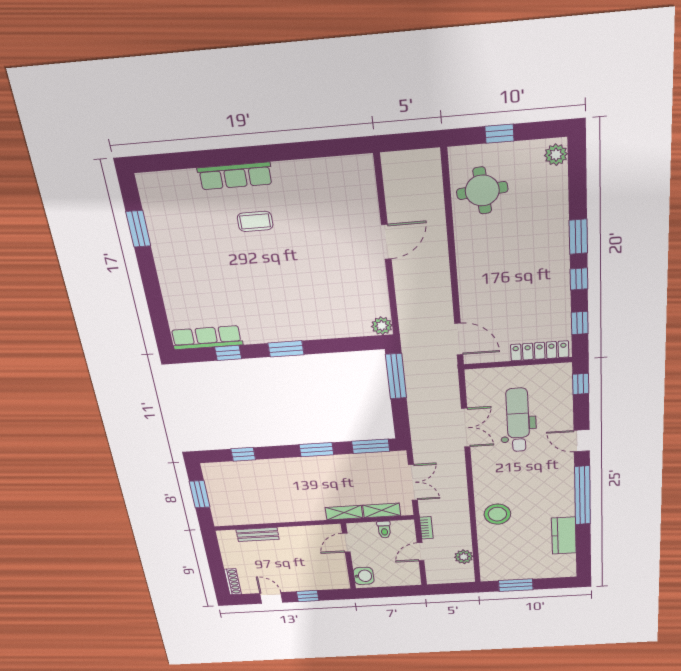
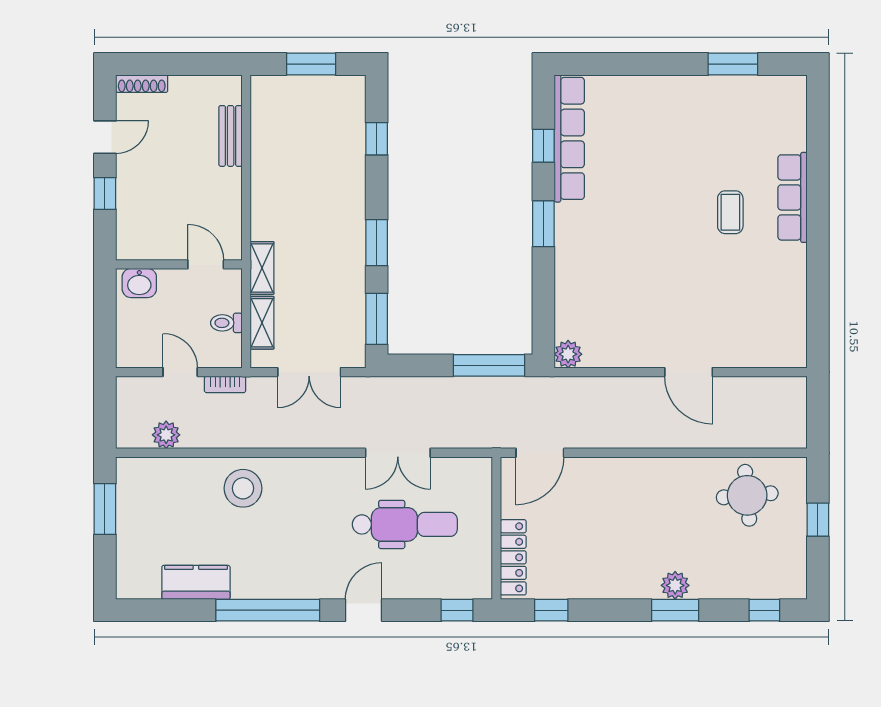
plant: (556, 155) -> (675, 585), moved
window: (579, 279) -> (764, 610), moved
row of seats: (207, 338) -> (569, 138), width x1.36

